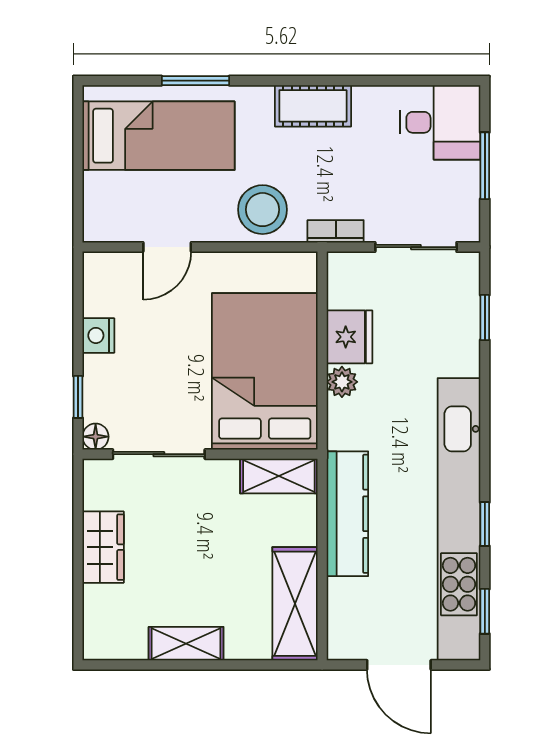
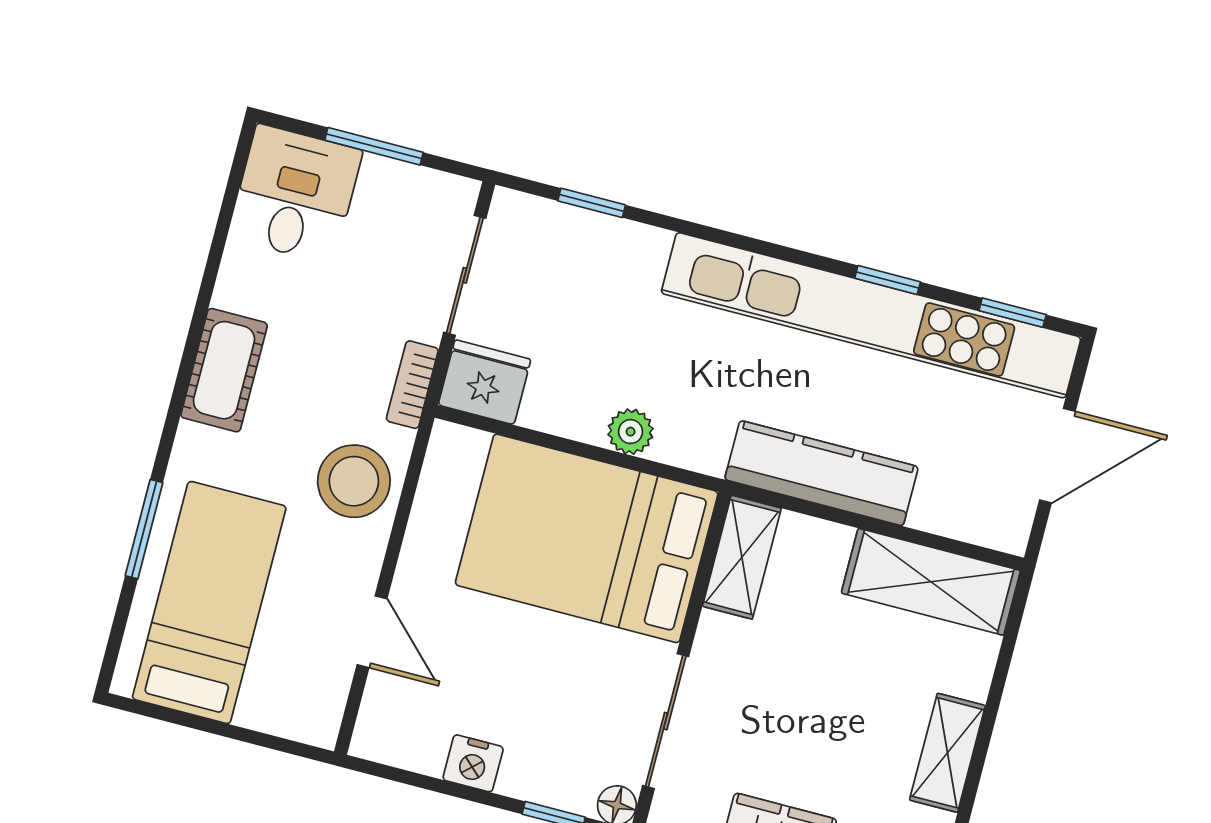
fridge: (349, 337) -> (484, 382), moved

